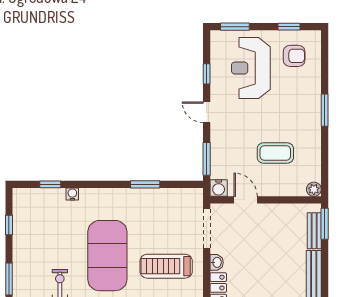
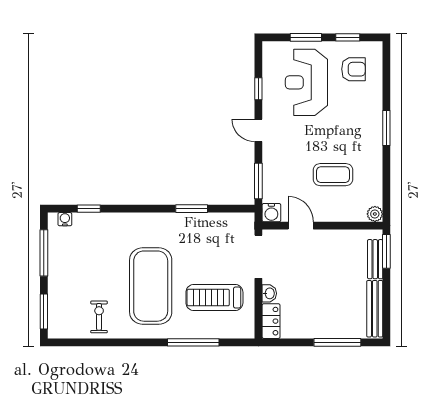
window: (235, 27) -> (306, 37), moved
water cooler: (72, 194) -> (65, 219), moved
window: (9, 225) -> (44, 253), width x2.17

